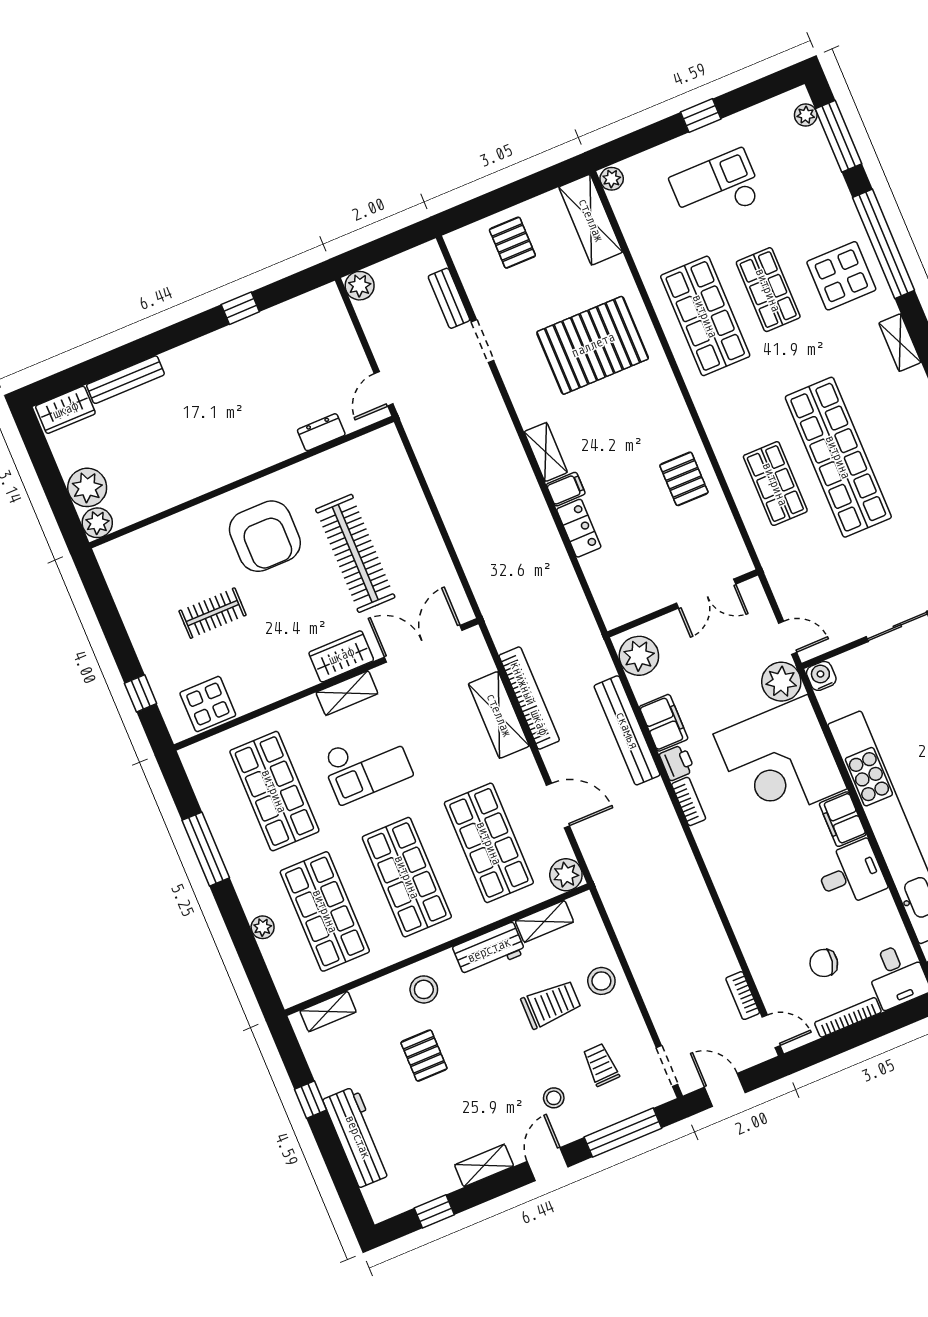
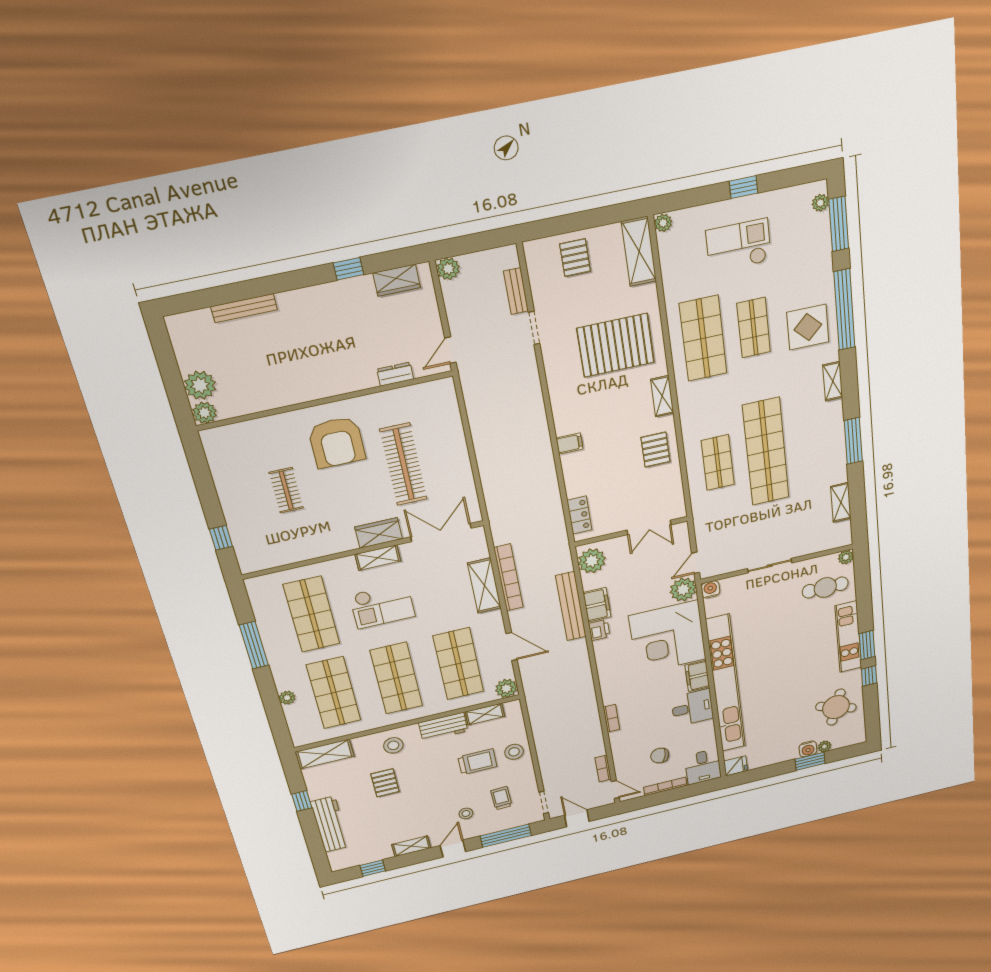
wardrobe: (65, 410) -> (397, 280), moved
shelving: (546, 452) -> (662, 396), moved
locker: (579, 528) -> (579, 515), moved
clothes rail: (213, 613) -> (286, 490), turned 90
door: (788, 638) -> (696, 563), swing flipped
display table: (208, 704) -> (272, 552), removed
bookcase: (689, 801) -> (611, 718), moved
shelving: (328, 1011) -> (325, 754), width x1.50, depth x1.33

